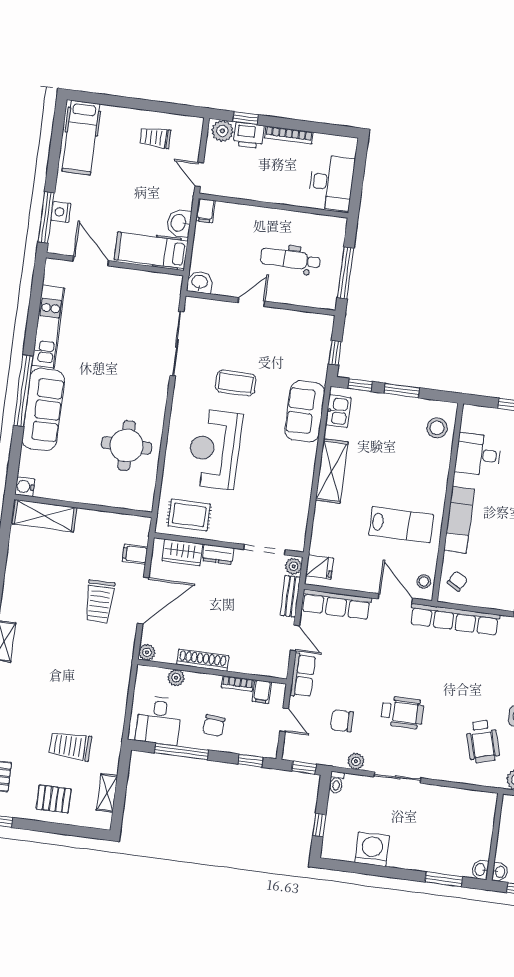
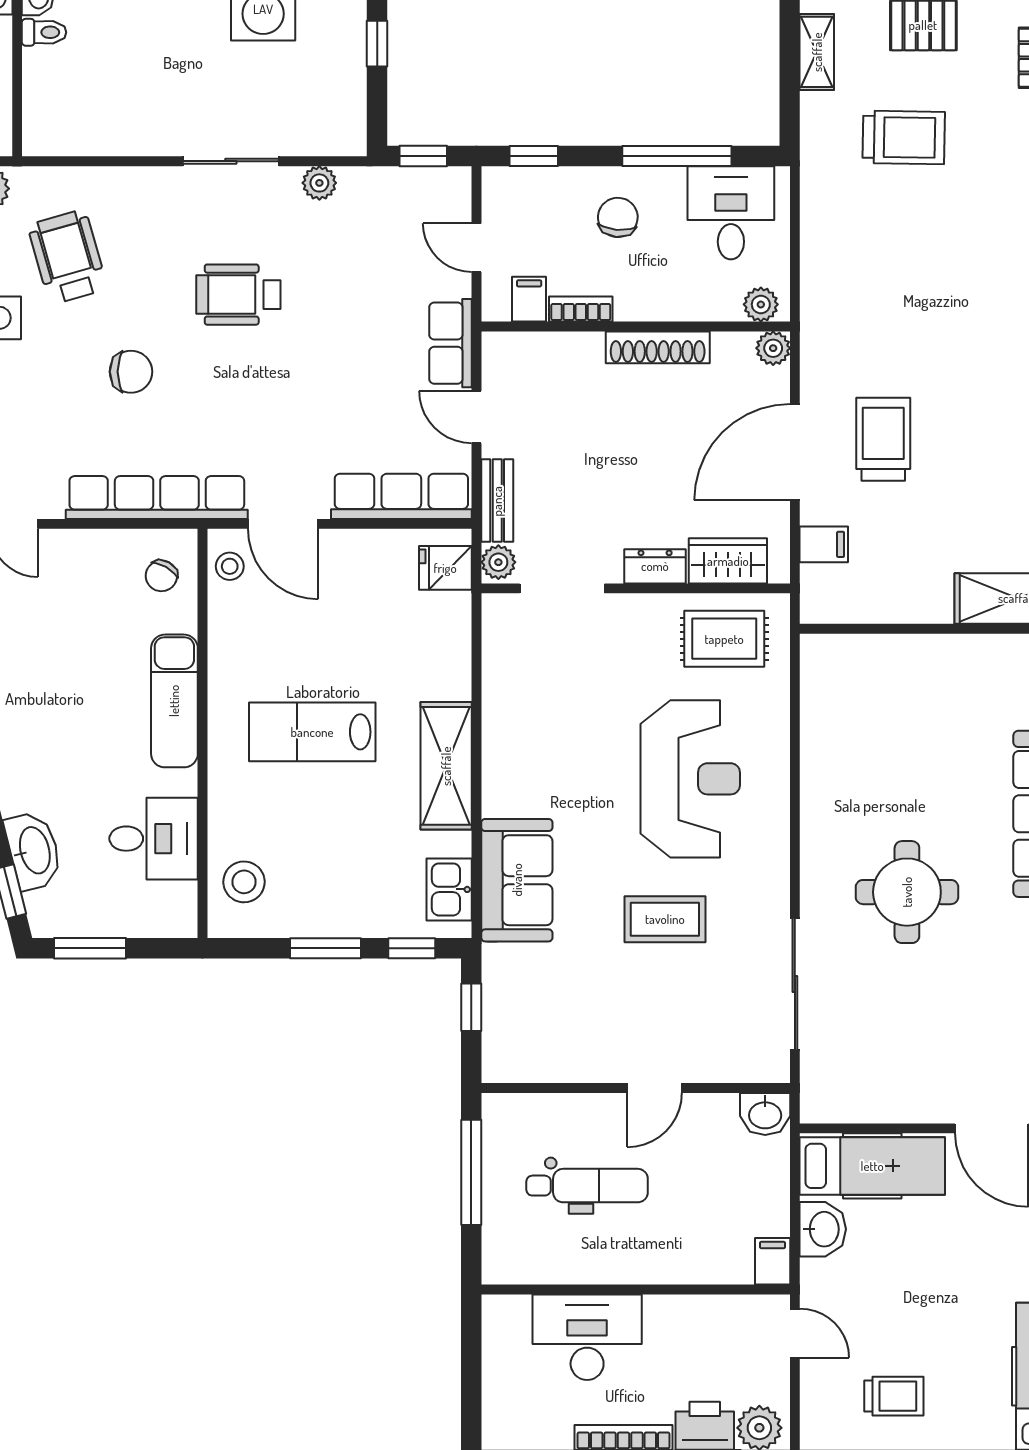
desk: (331, 182) -> (587, 1337), moved, turned 90
round table: (127, 445) -> (907, 892), moved
lab bench: (401, 525) -> (312, 732), moved
plant: (176, 678) -> (761, 304), moved
chair: (342, 721) -> (131, 372), moved
toilet: (336, 783) -> (44, 32), moved, turned 90

